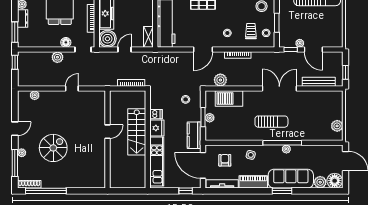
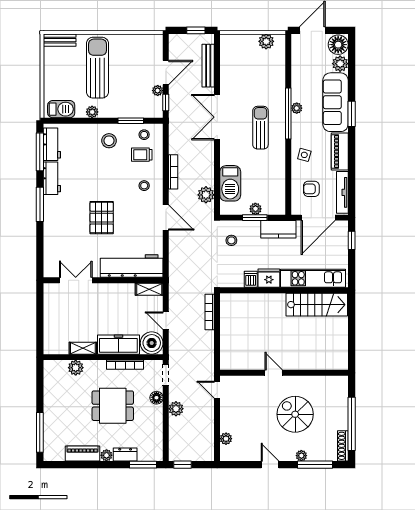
door: (108, 132) -> (274, 373), moved
stairs: (137, 132) -> (317, 305), moved
wall: (108, 139) -> (284, 373), moved

